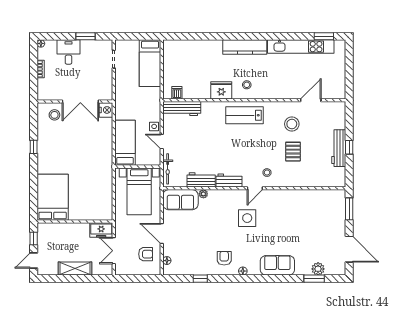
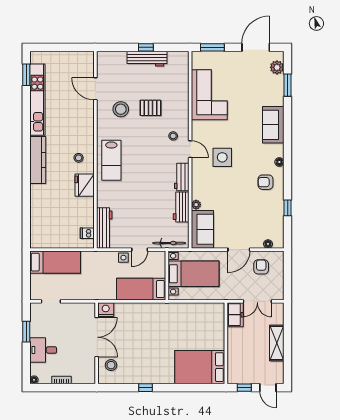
corner sofa: (305, 206) -> (209, 95), added
plant: (318, 269) -> (277, 67), moved

